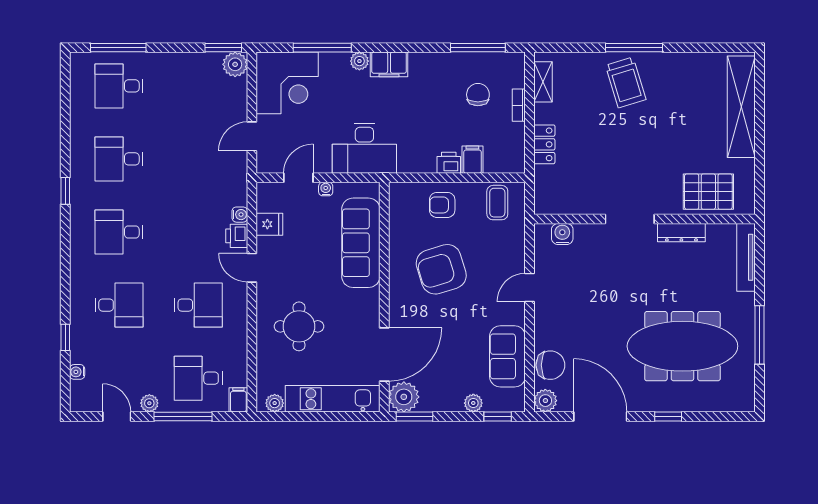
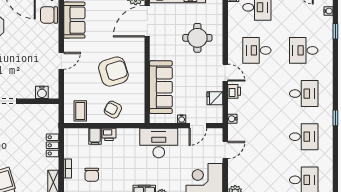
armchair: (442, 205) -> (113, 110), turned -152
water cooler: (240, 215) -> (232, 119), moved

